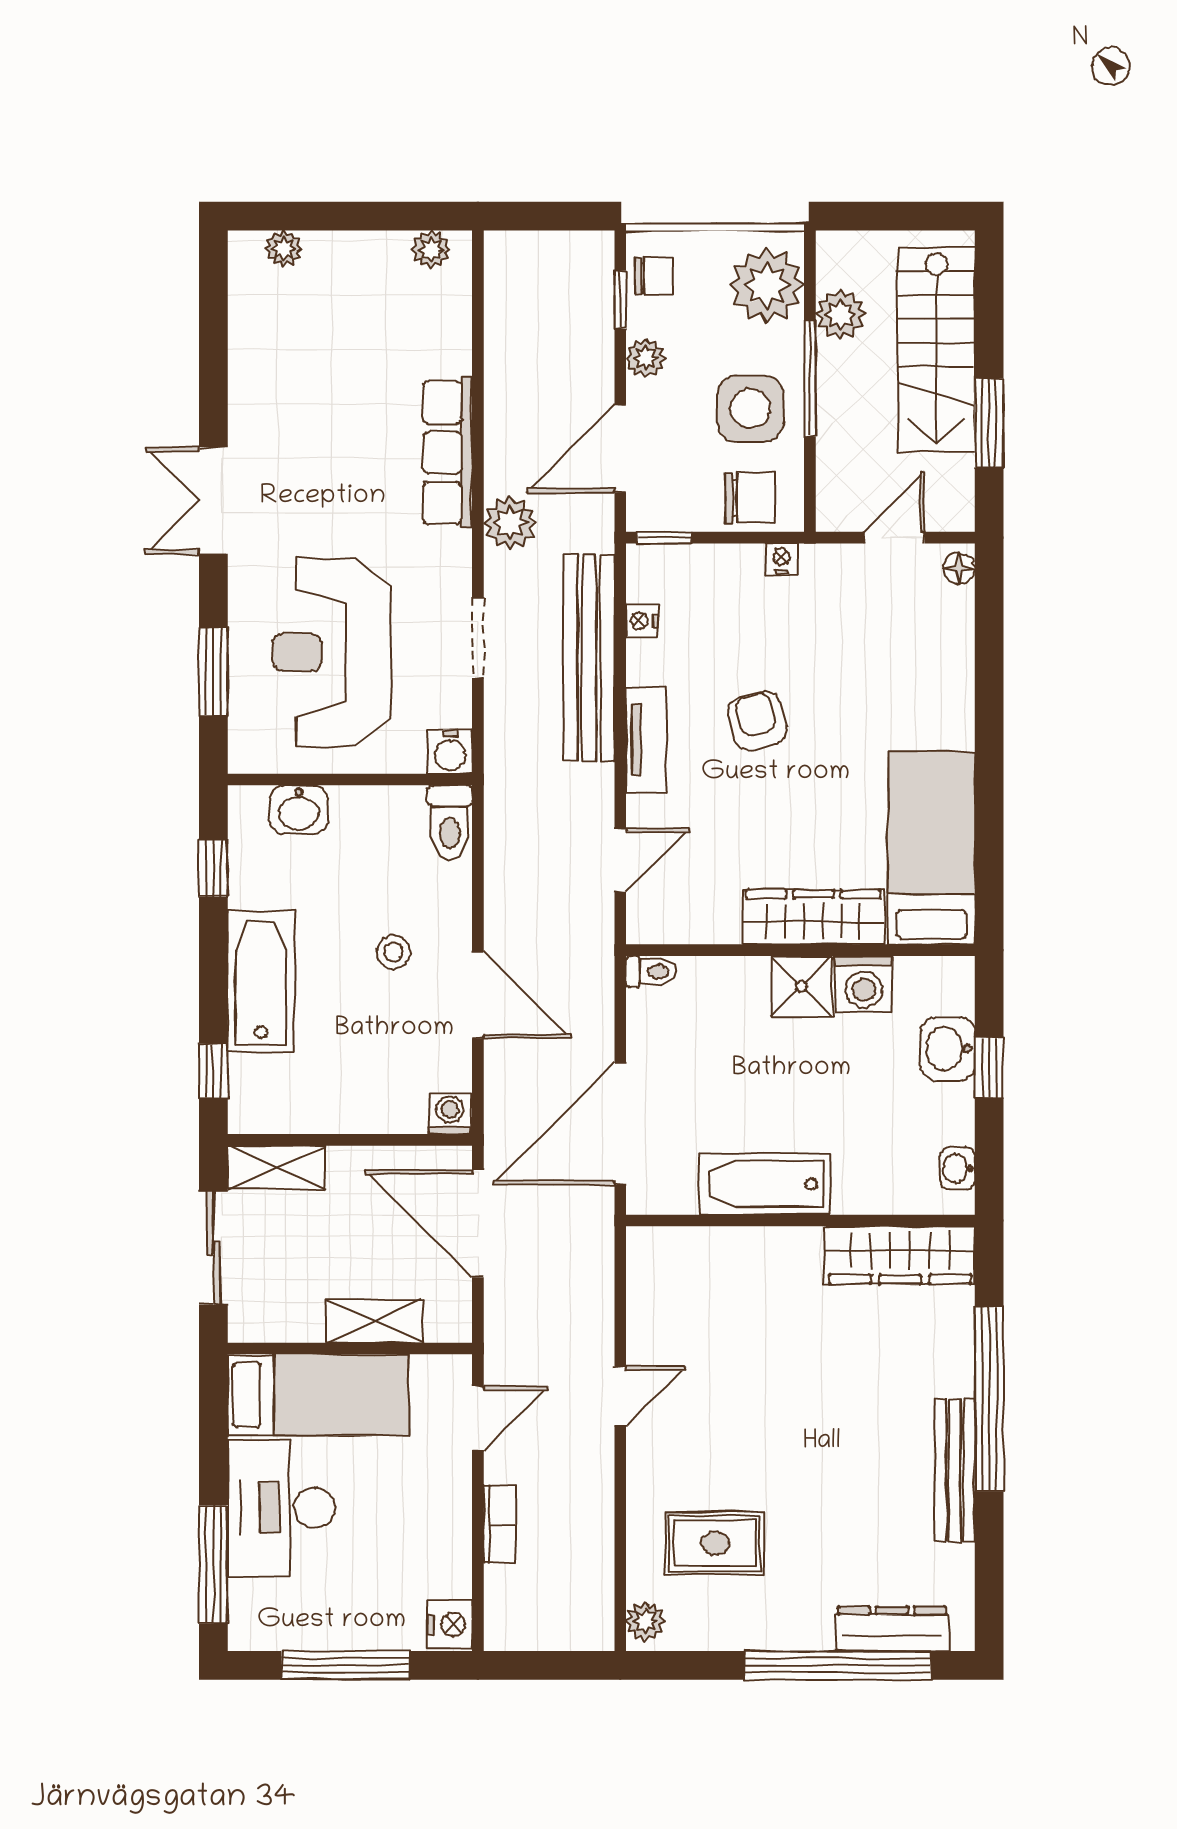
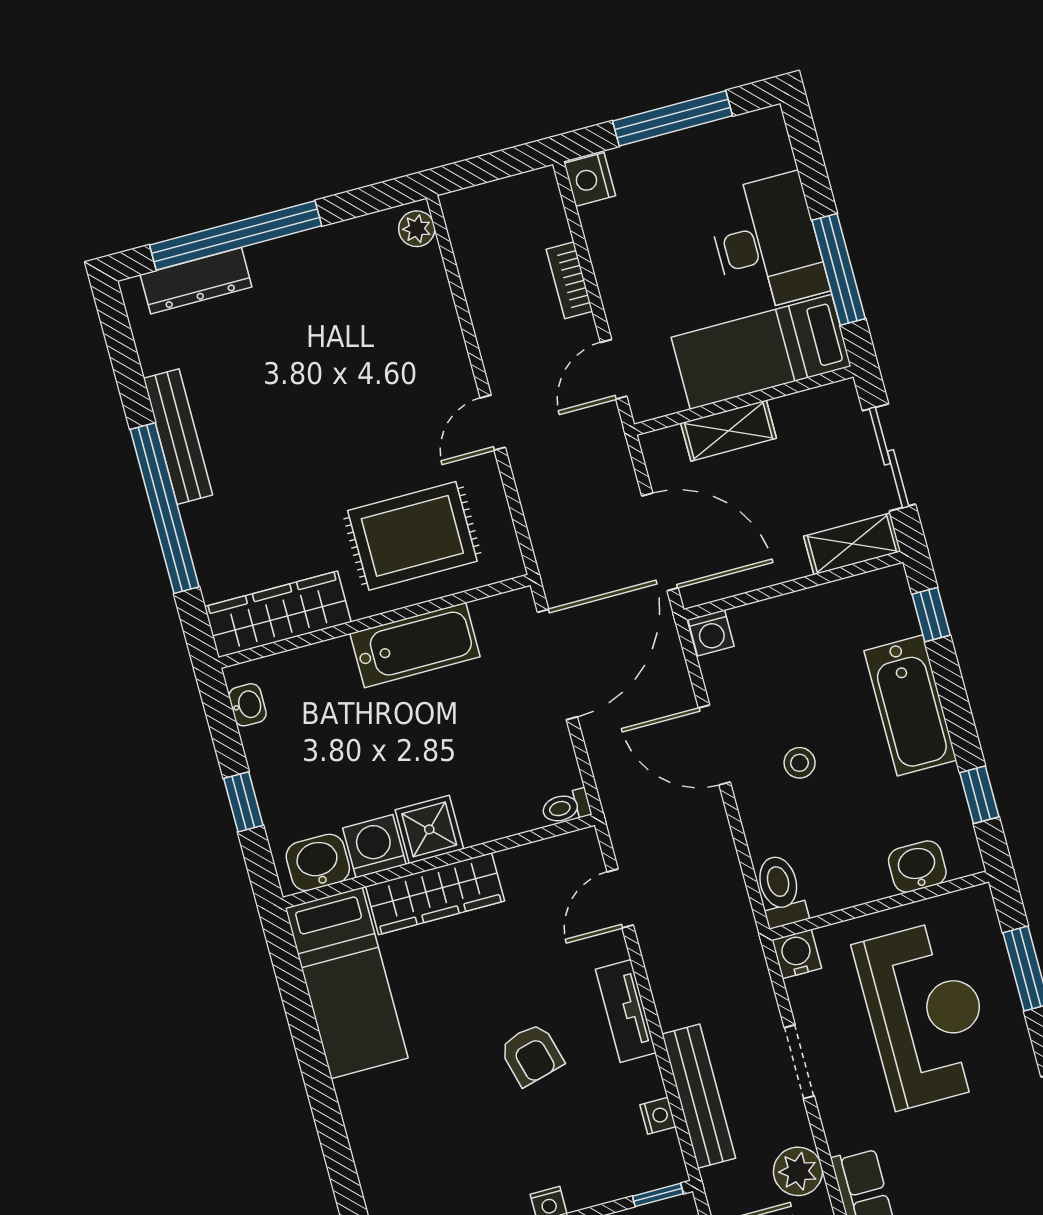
bench: (589, 658) -> (699, 1096), width x0.73, depth x0.82
washbasin: (948, 1049) -> (318, 862), moved, turned -90
rug: (715, 1543) -> (412, 536), moved, width x1.36, depth x1.43
window: (213, 1564) -> (839, 269), moved

